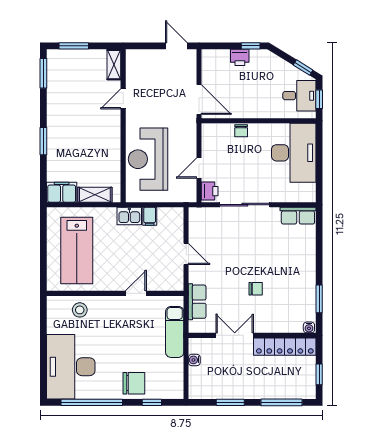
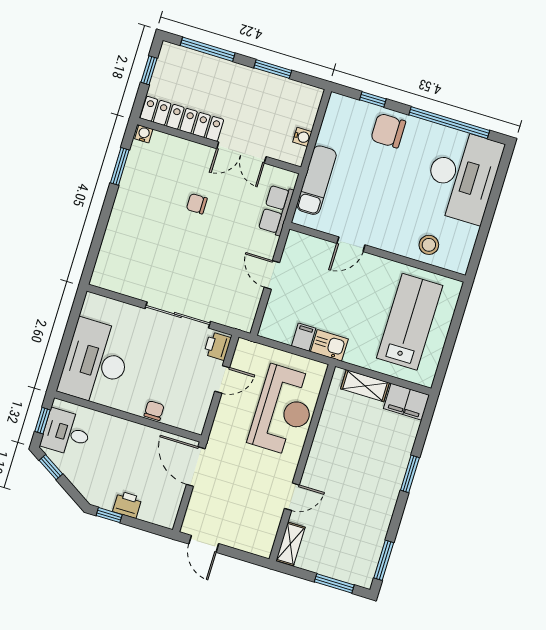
row of seats: (298, 216) -> (115, 280), removed

